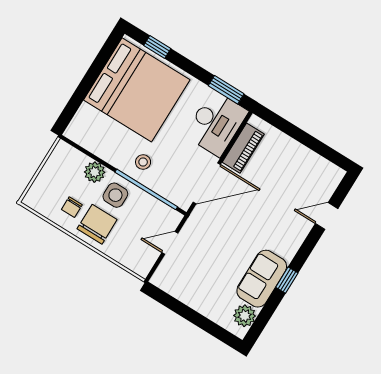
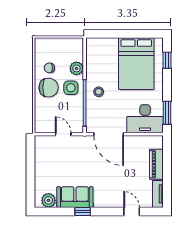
bed: (137, 90) -> (136, 64), width x0.73
piano: (243, 148) -> (156, 164), moved, turned 90
tv unit: (325, 167) -> (158, 194), added

